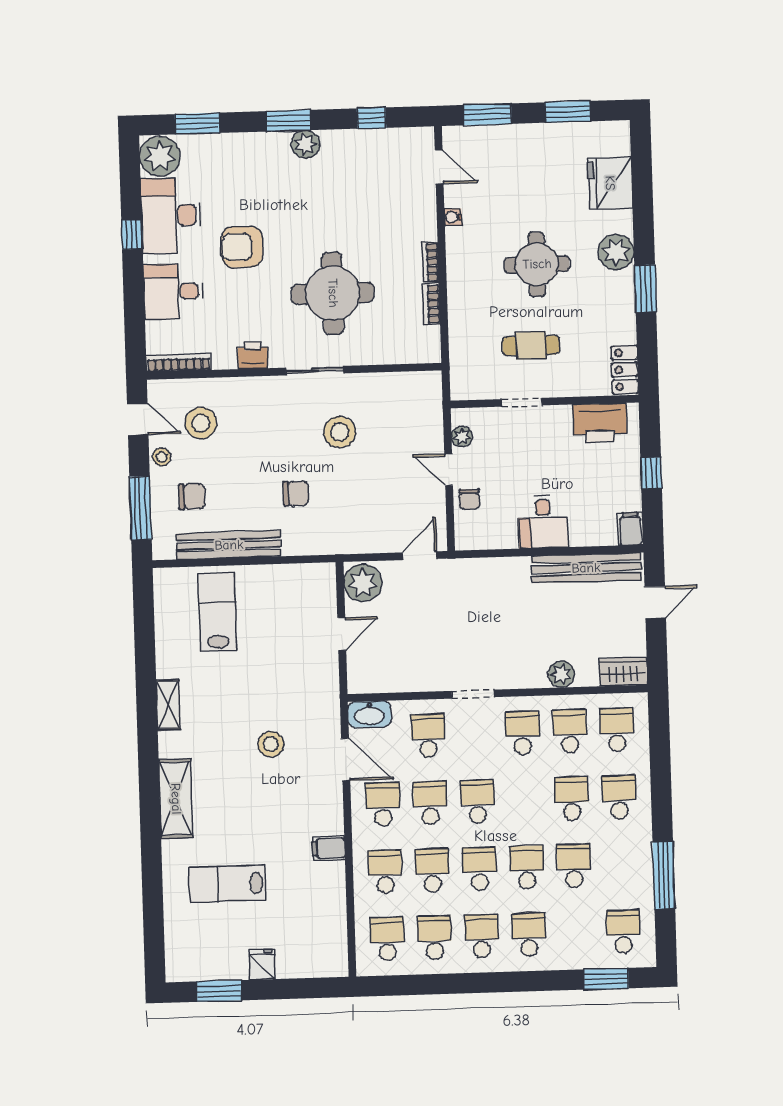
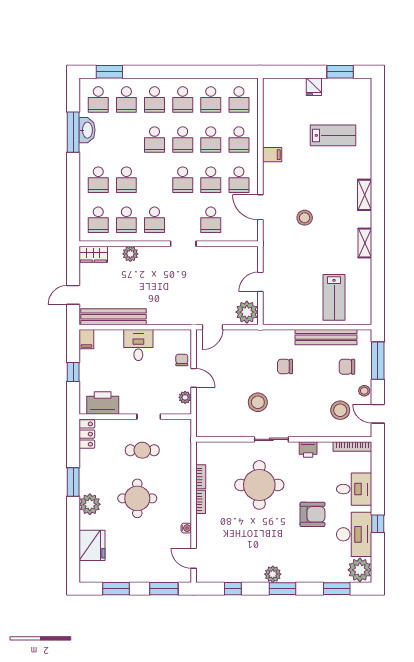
washbasin: (370, 714) -> (87, 130), moved, turned 90
shelving: (176, 799) -> (365, 195), width x0.67, depth x0.75
school desk: (574, 866) -> (126, 99), moved

